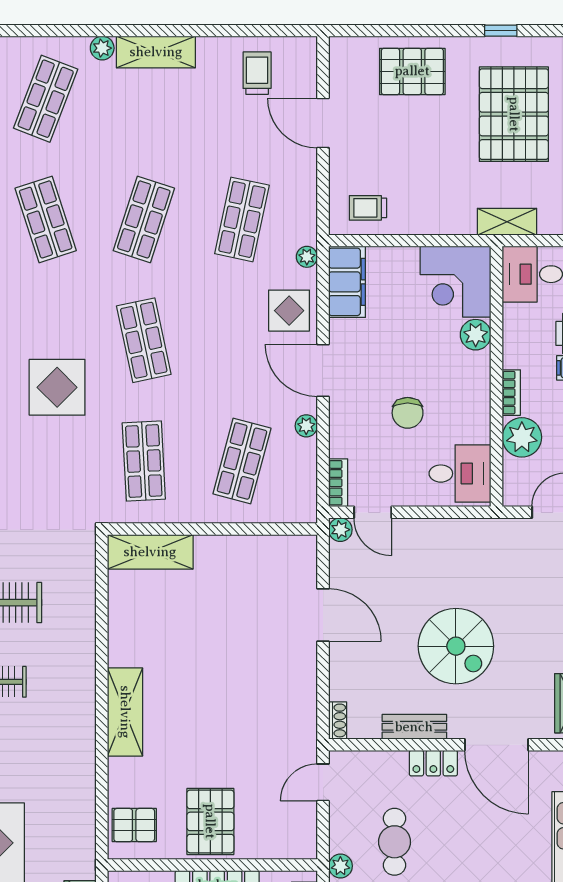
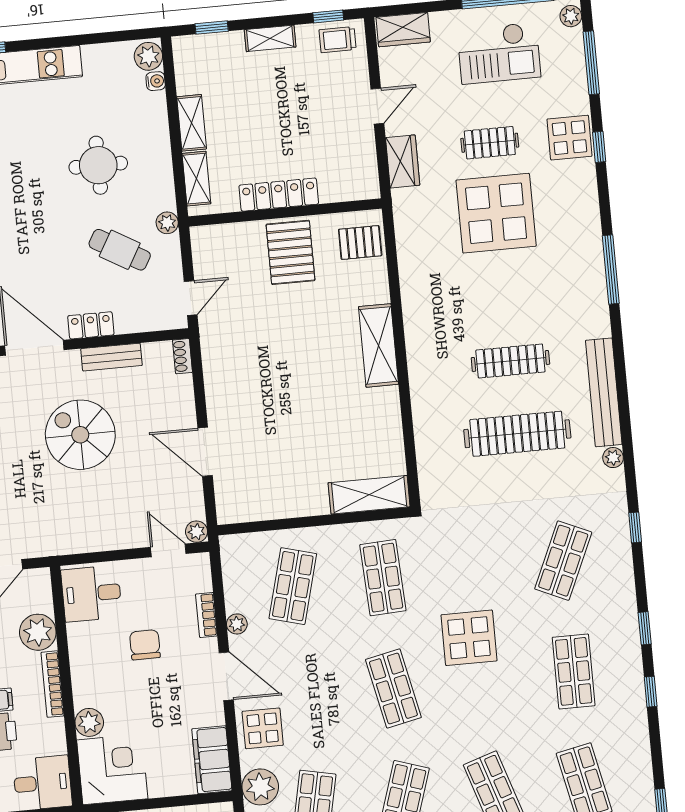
plant: (307, 257) -> (260, 787), width x1.88, depth x1.88
bookcase: (511, 393) -> (53, 684), width x1.56
bookcase: (338, 483) -> (206, 615), moved
cafe table: (394, 842) -> (120, 250), turned -60

